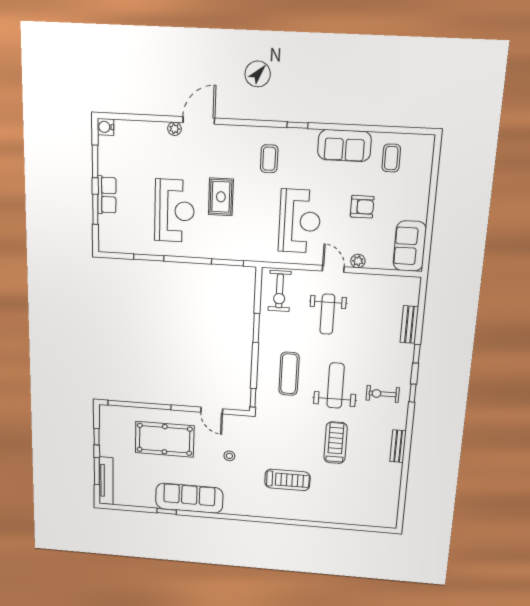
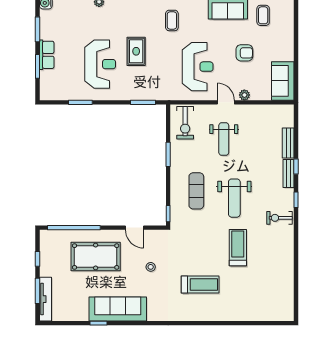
weight bench: (336, 386) -> (234, 198), turned 180
exercise bike: (383, 394) -> (279, 218), moved
bench: (398, 446) -> (289, 173), moved

